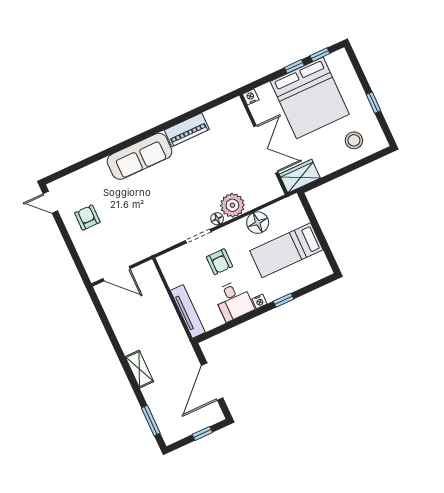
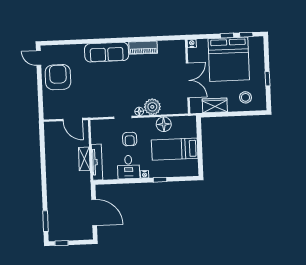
wardrobe: (300, 176) -> (215, 105), moved
armchair: (87, 218) -> (58, 77), width x1.88, depth x1.88
door: (117, 274) -> (73, 120), moved
shelving: (139, 369) -> (84, 159), moved
door: (212, 382) -> (94, 213), swing flipped
window: (202, 433) -> (62, 243), moved

